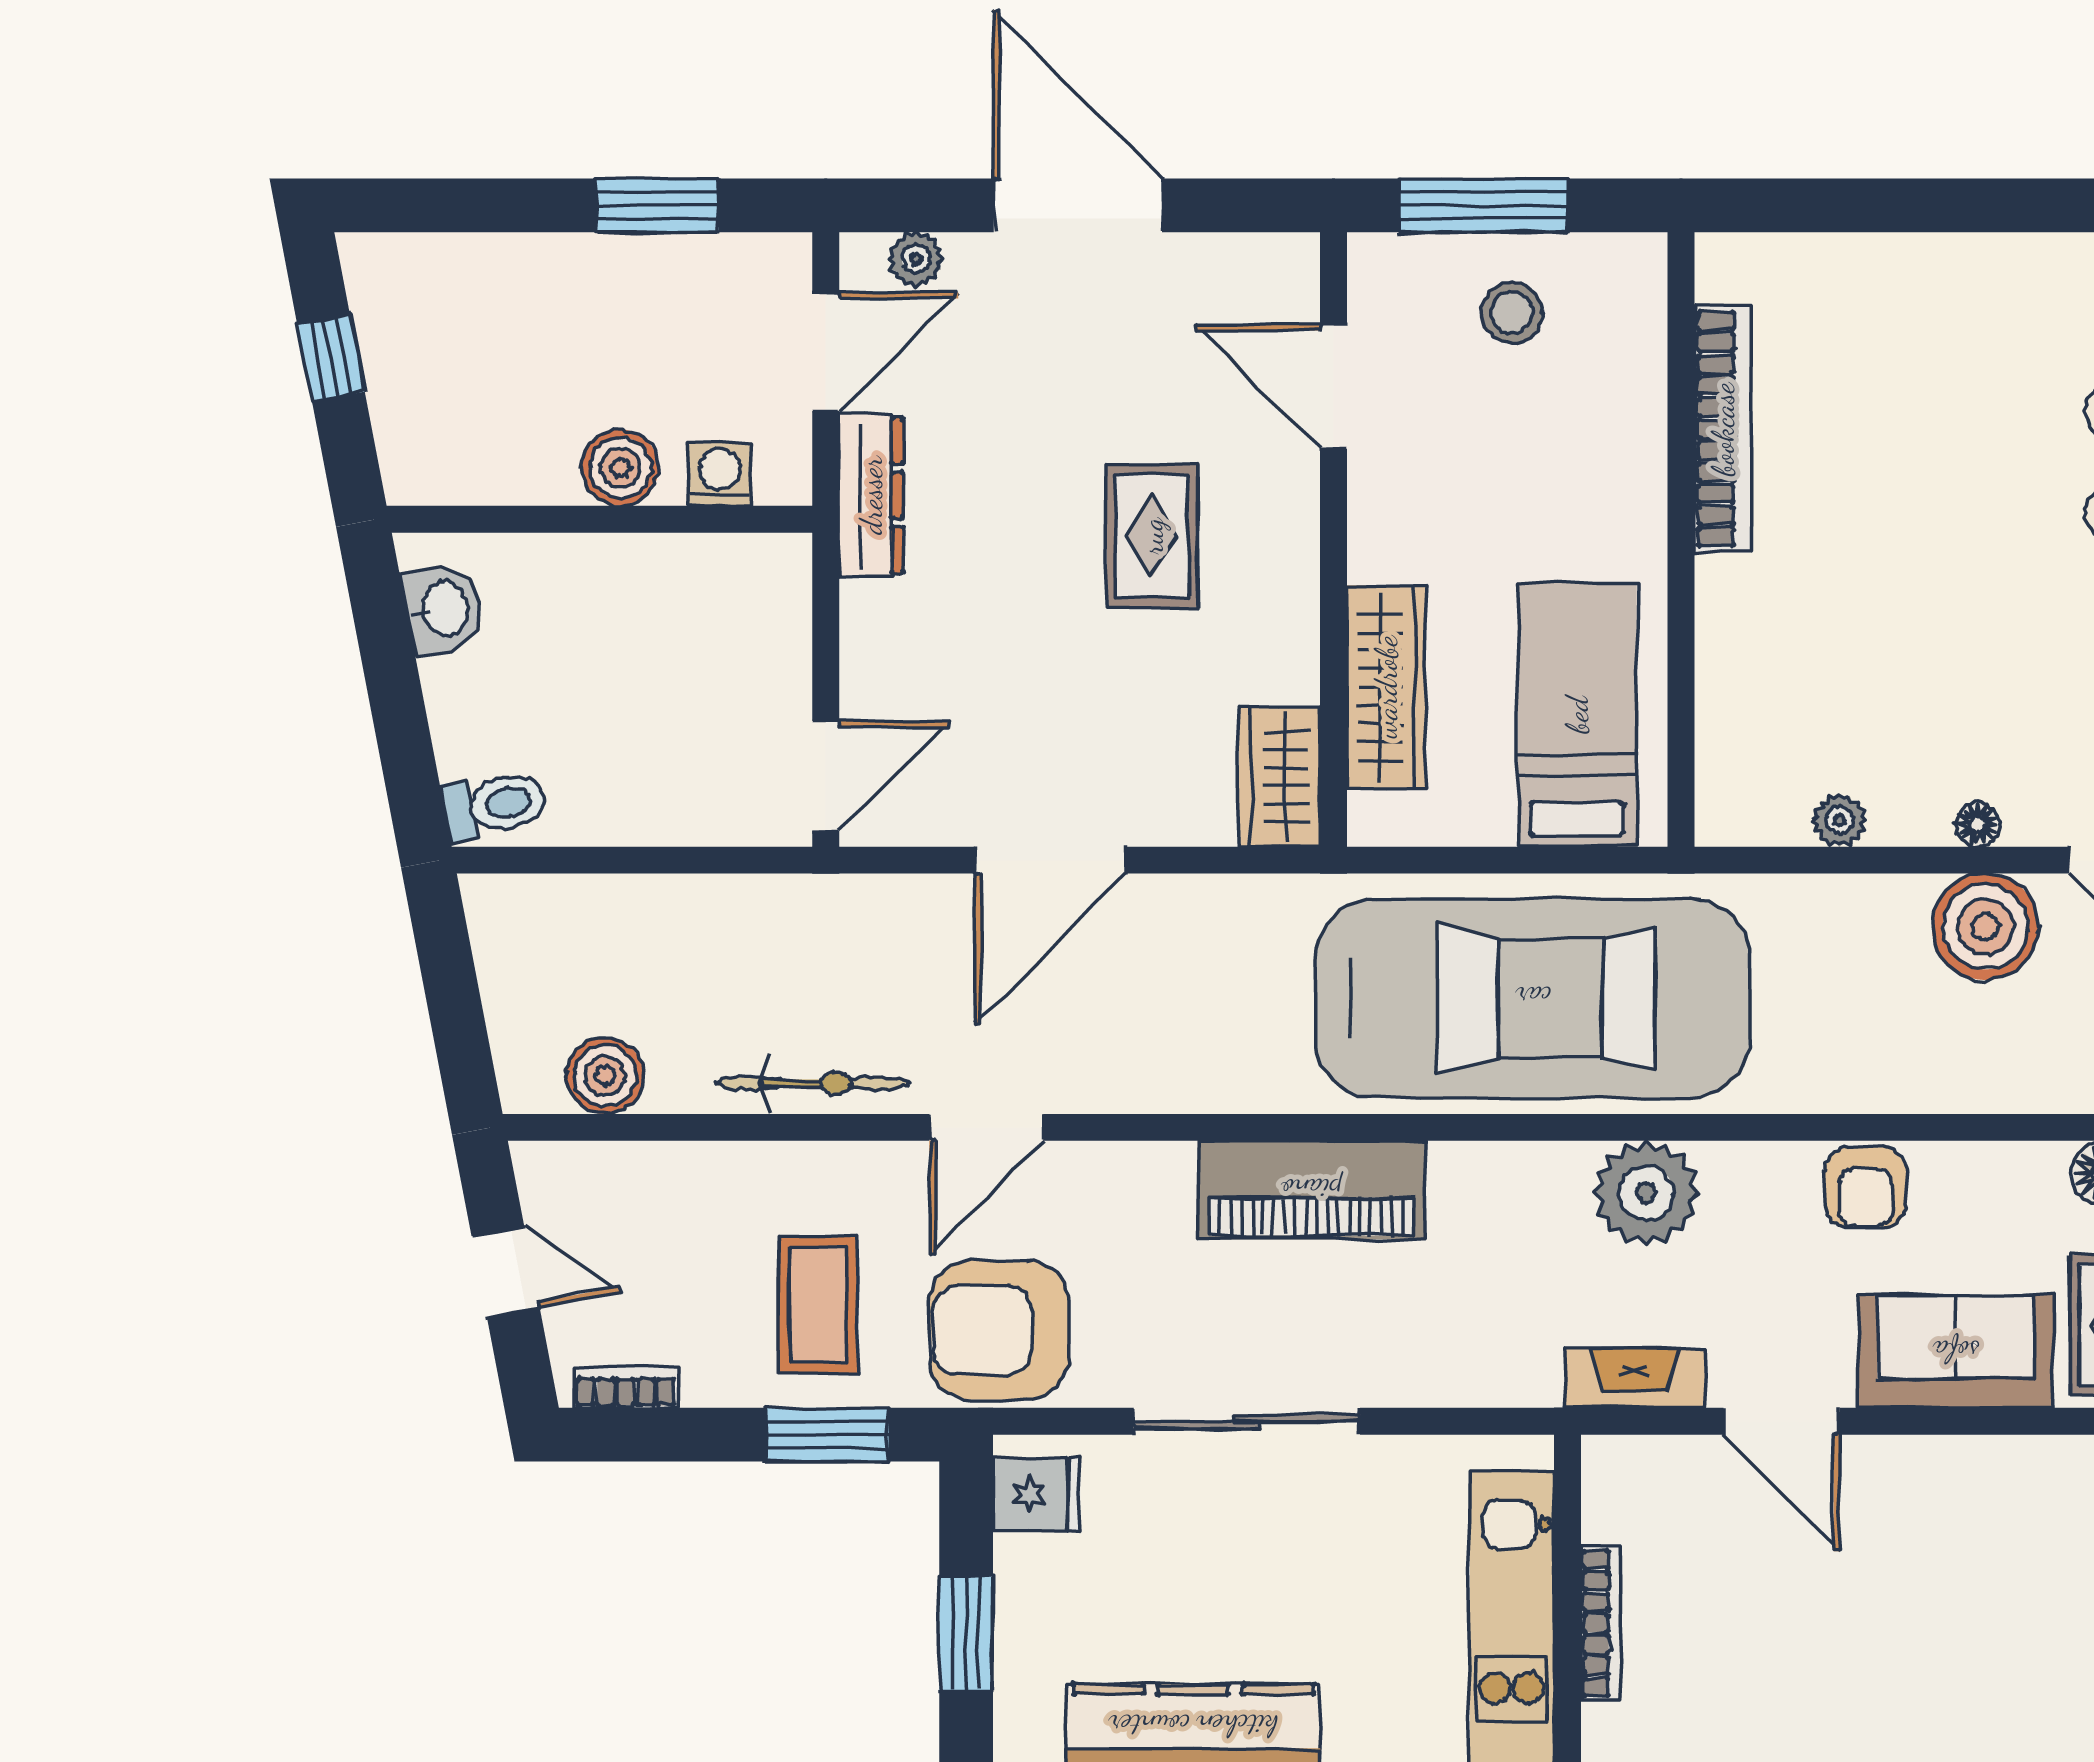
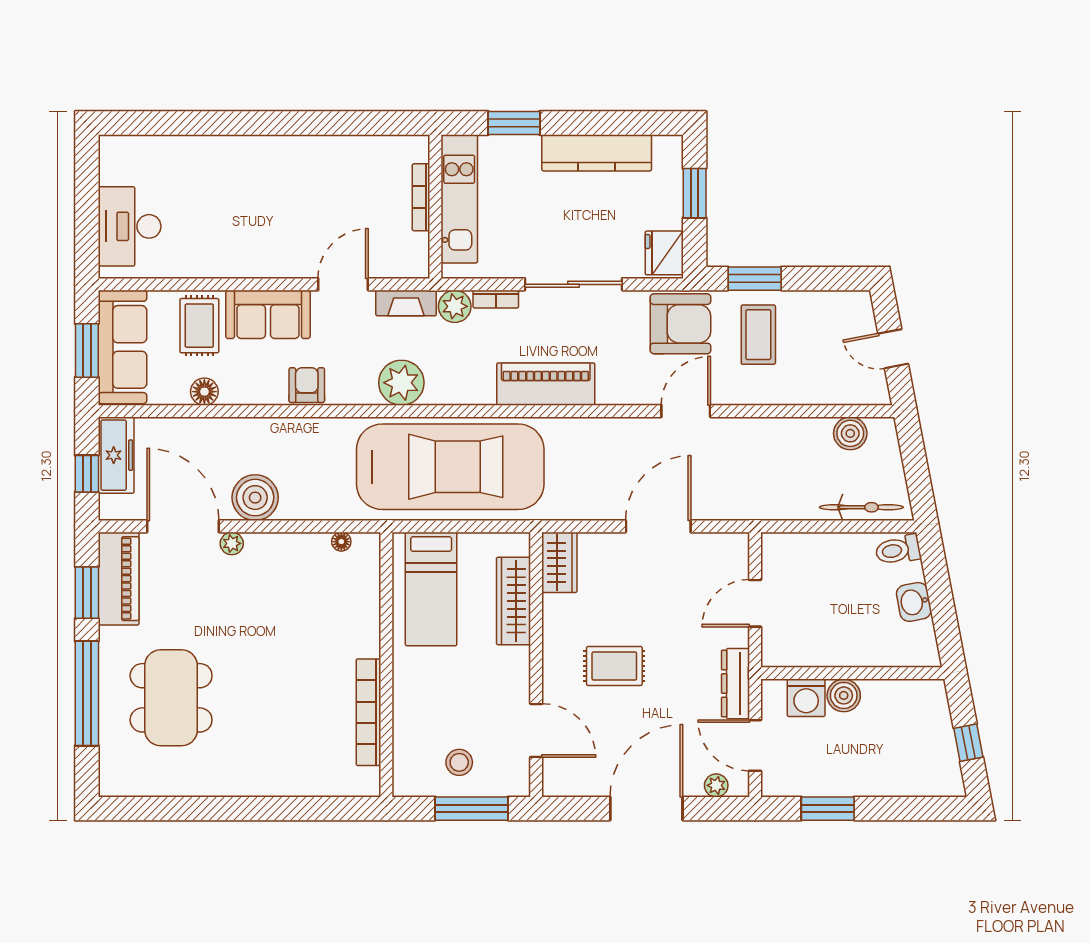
door: (1078, 205) -> (646, 809), swing flipped
door: (826, 352) -> (755, 745), hinge flipped
washing machine: (719, 474) -> (806, 698), width x1.38, depth x1.38
rug: (1152, 536) -> (614, 666), turned 90
washbasin: (443, 609) -> (914, 602), moved
door: (826, 776) -> (755, 603), moved
plant: (1839, 820) -> (232, 543), moved
floor lamp: (1977, 825) -> (341, 542), moved
car: (1533, 998) -> (450, 467), turned 180
bicycle: (813, 1083) -> (861, 507), moved, turned 180
plant: (1522, 1370) -> (455, 306), added
bookcase: (626, 1387) -> (496, 299), moved
door: (1781, 1421) -> (343, 284), hinge flipped
fridge: (1037, 1494) -> (664, 253), width x1.38

